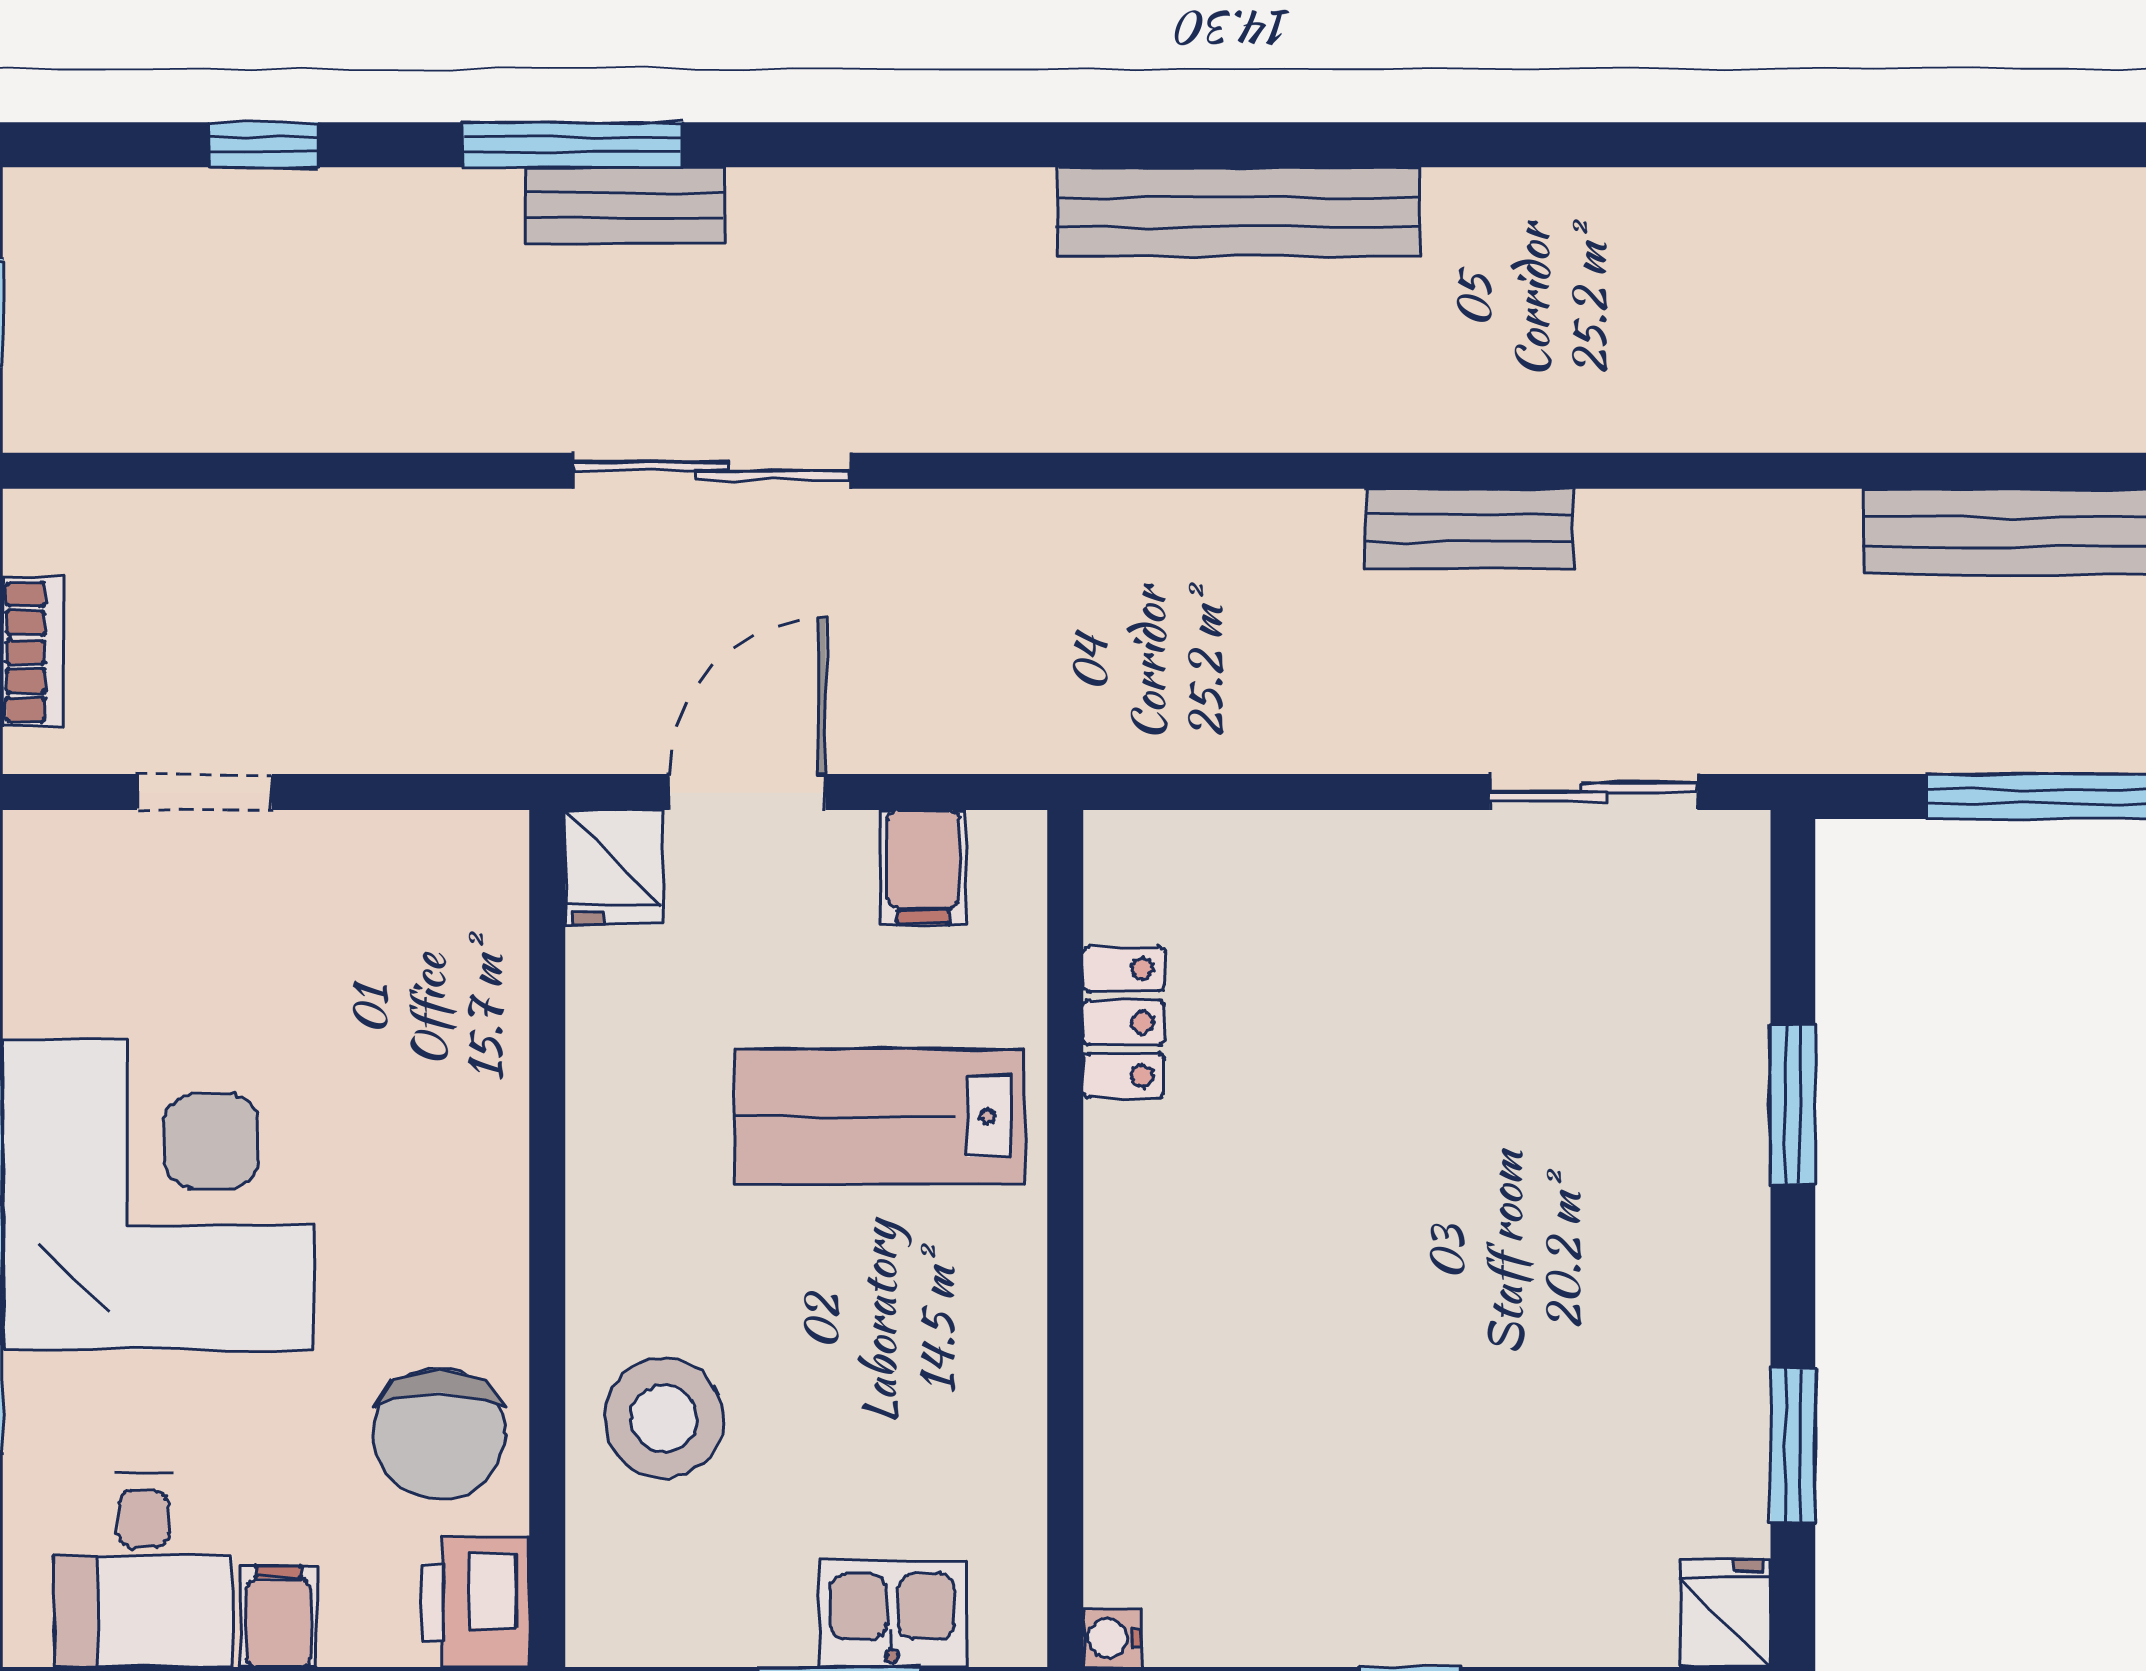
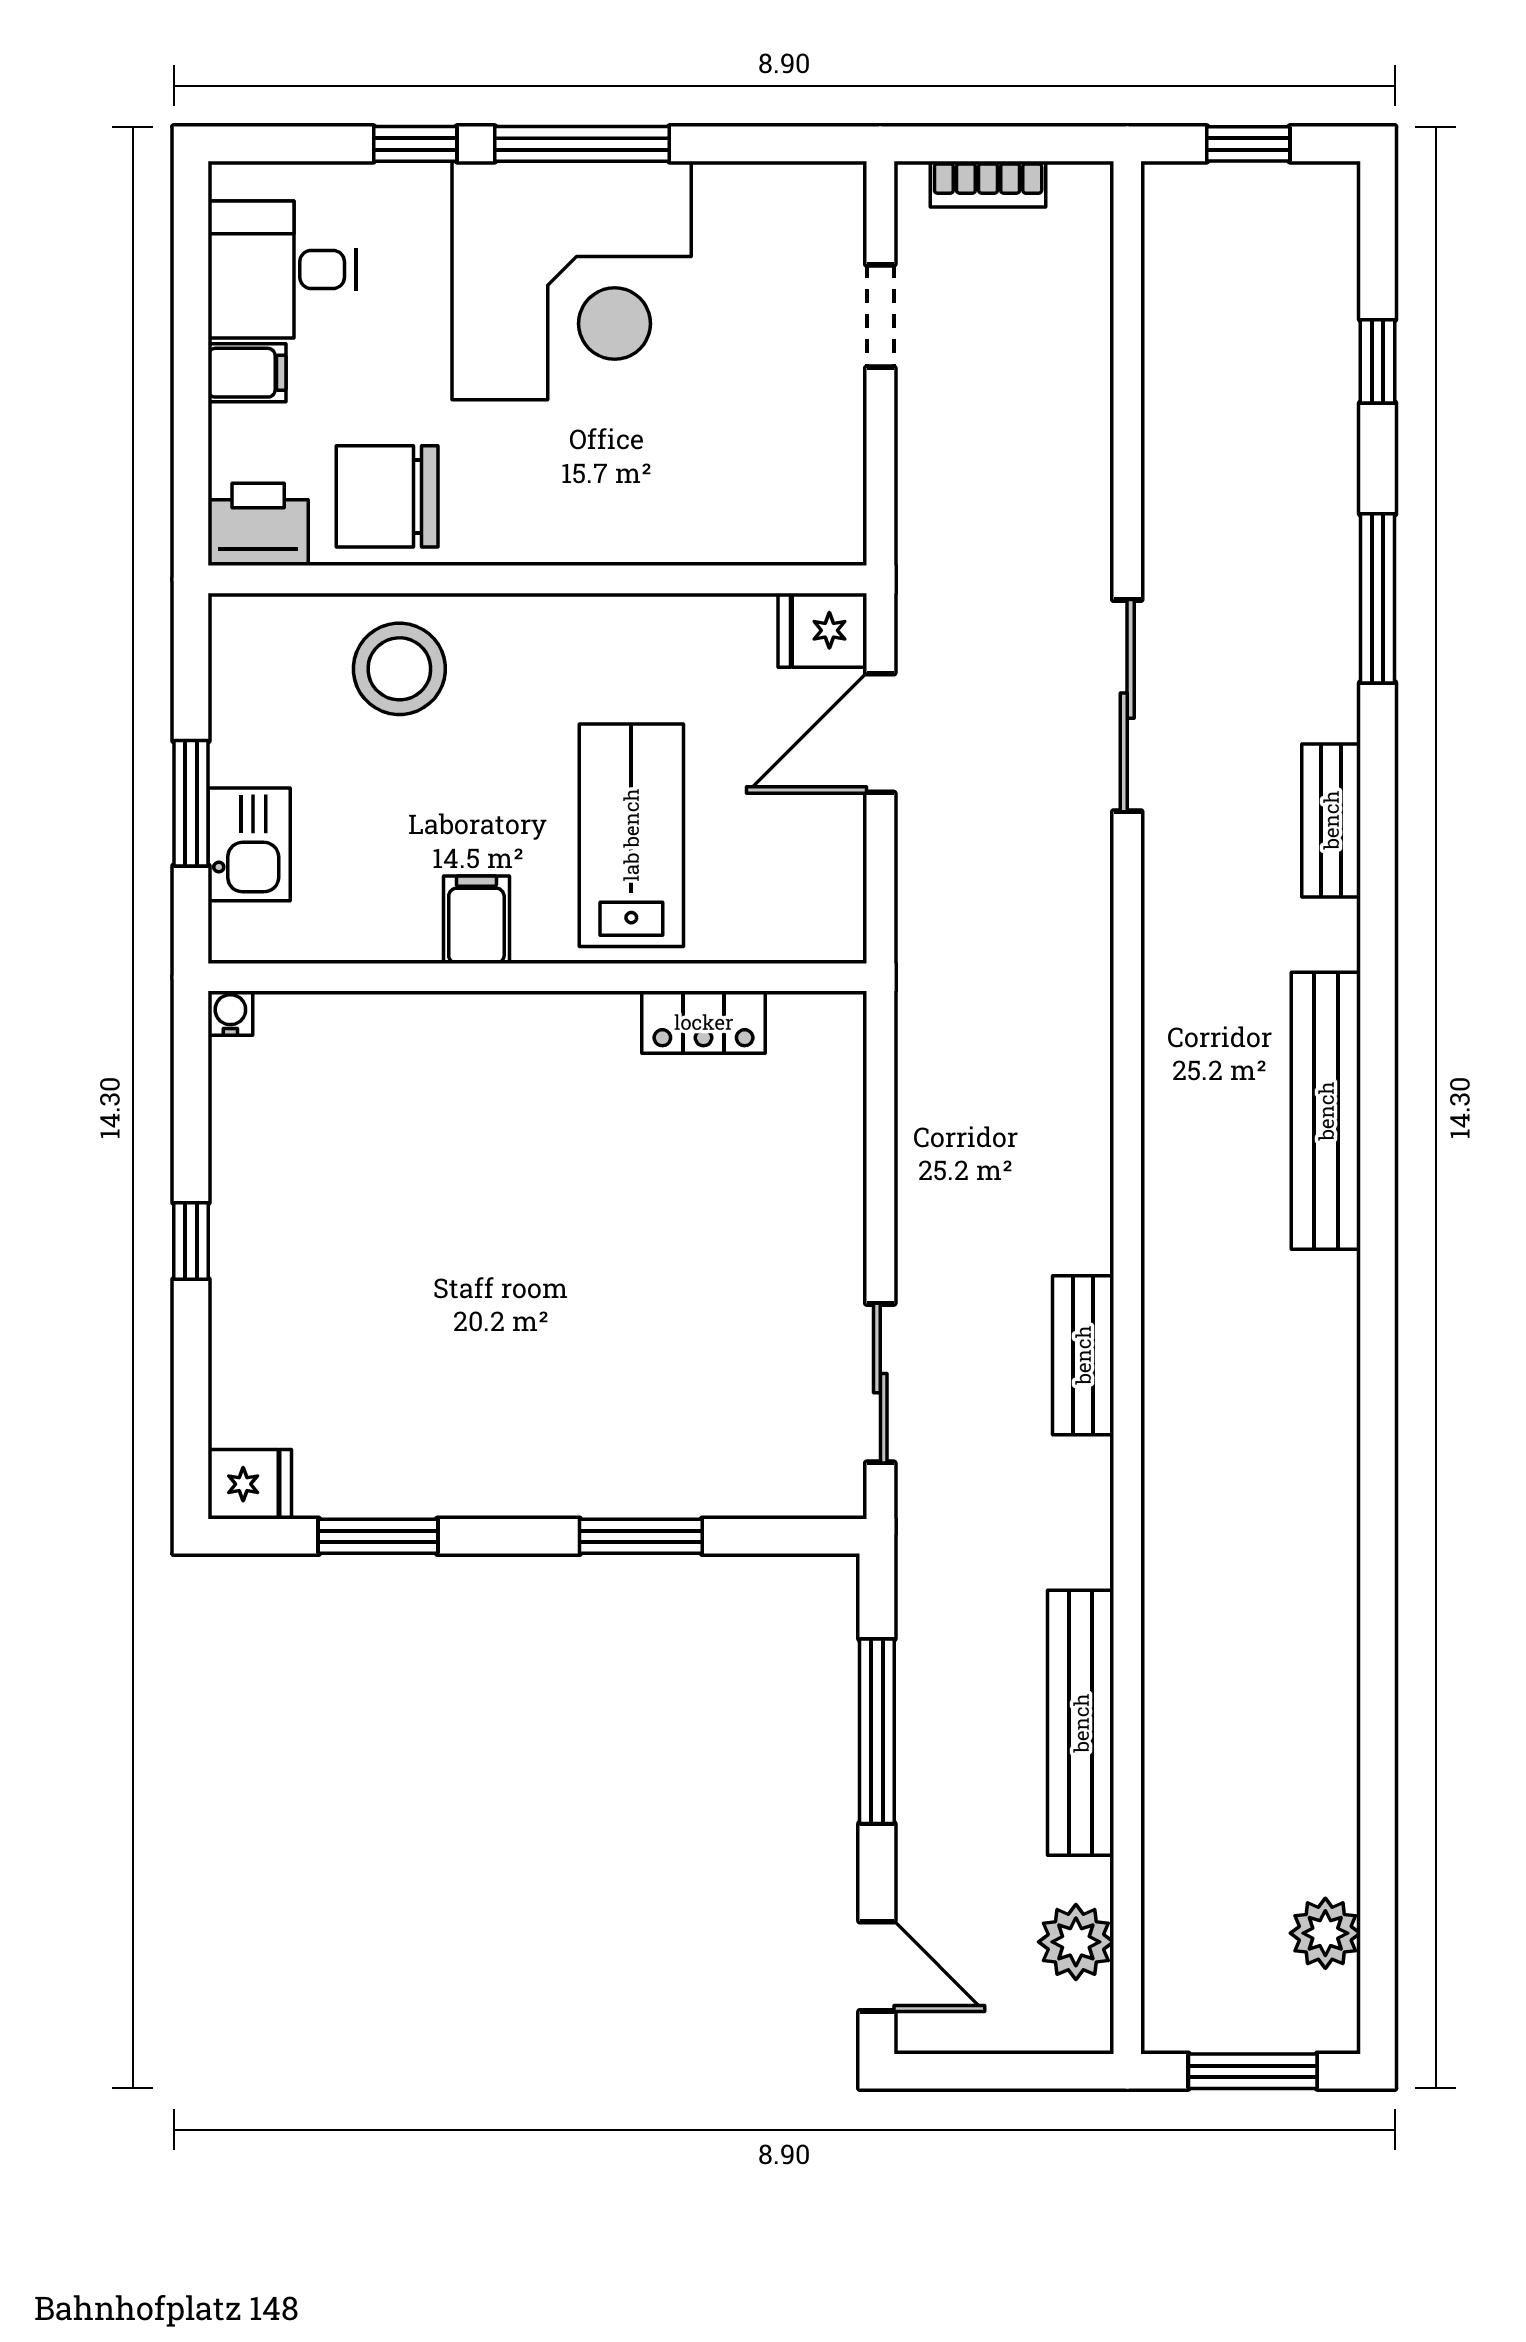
bench: (625, 205) -> (1331, 820), moved
bench: (1469, 528) -> (1083, 1355), moved
door: (747, 792) -> (880, 733), swing flipped
filing cabinet: (923, 867) -> (476, 920), moved, turned 90

